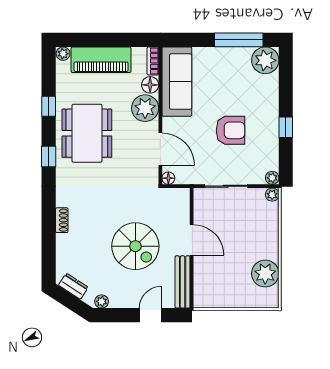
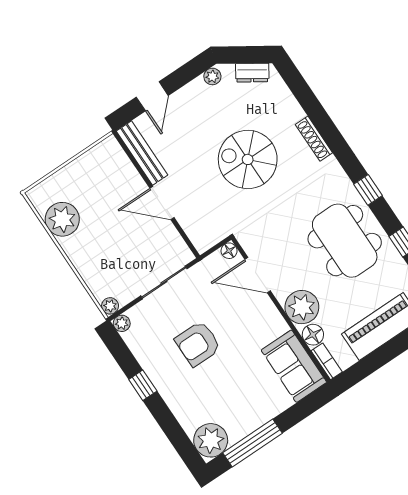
sofa: (177, 82) -> (294, 366), width x0.73
shoe rack: (62, 220) -> (314, 139), width x1.43
spiral stairs: (135, 246) -> (248, 159), moved

